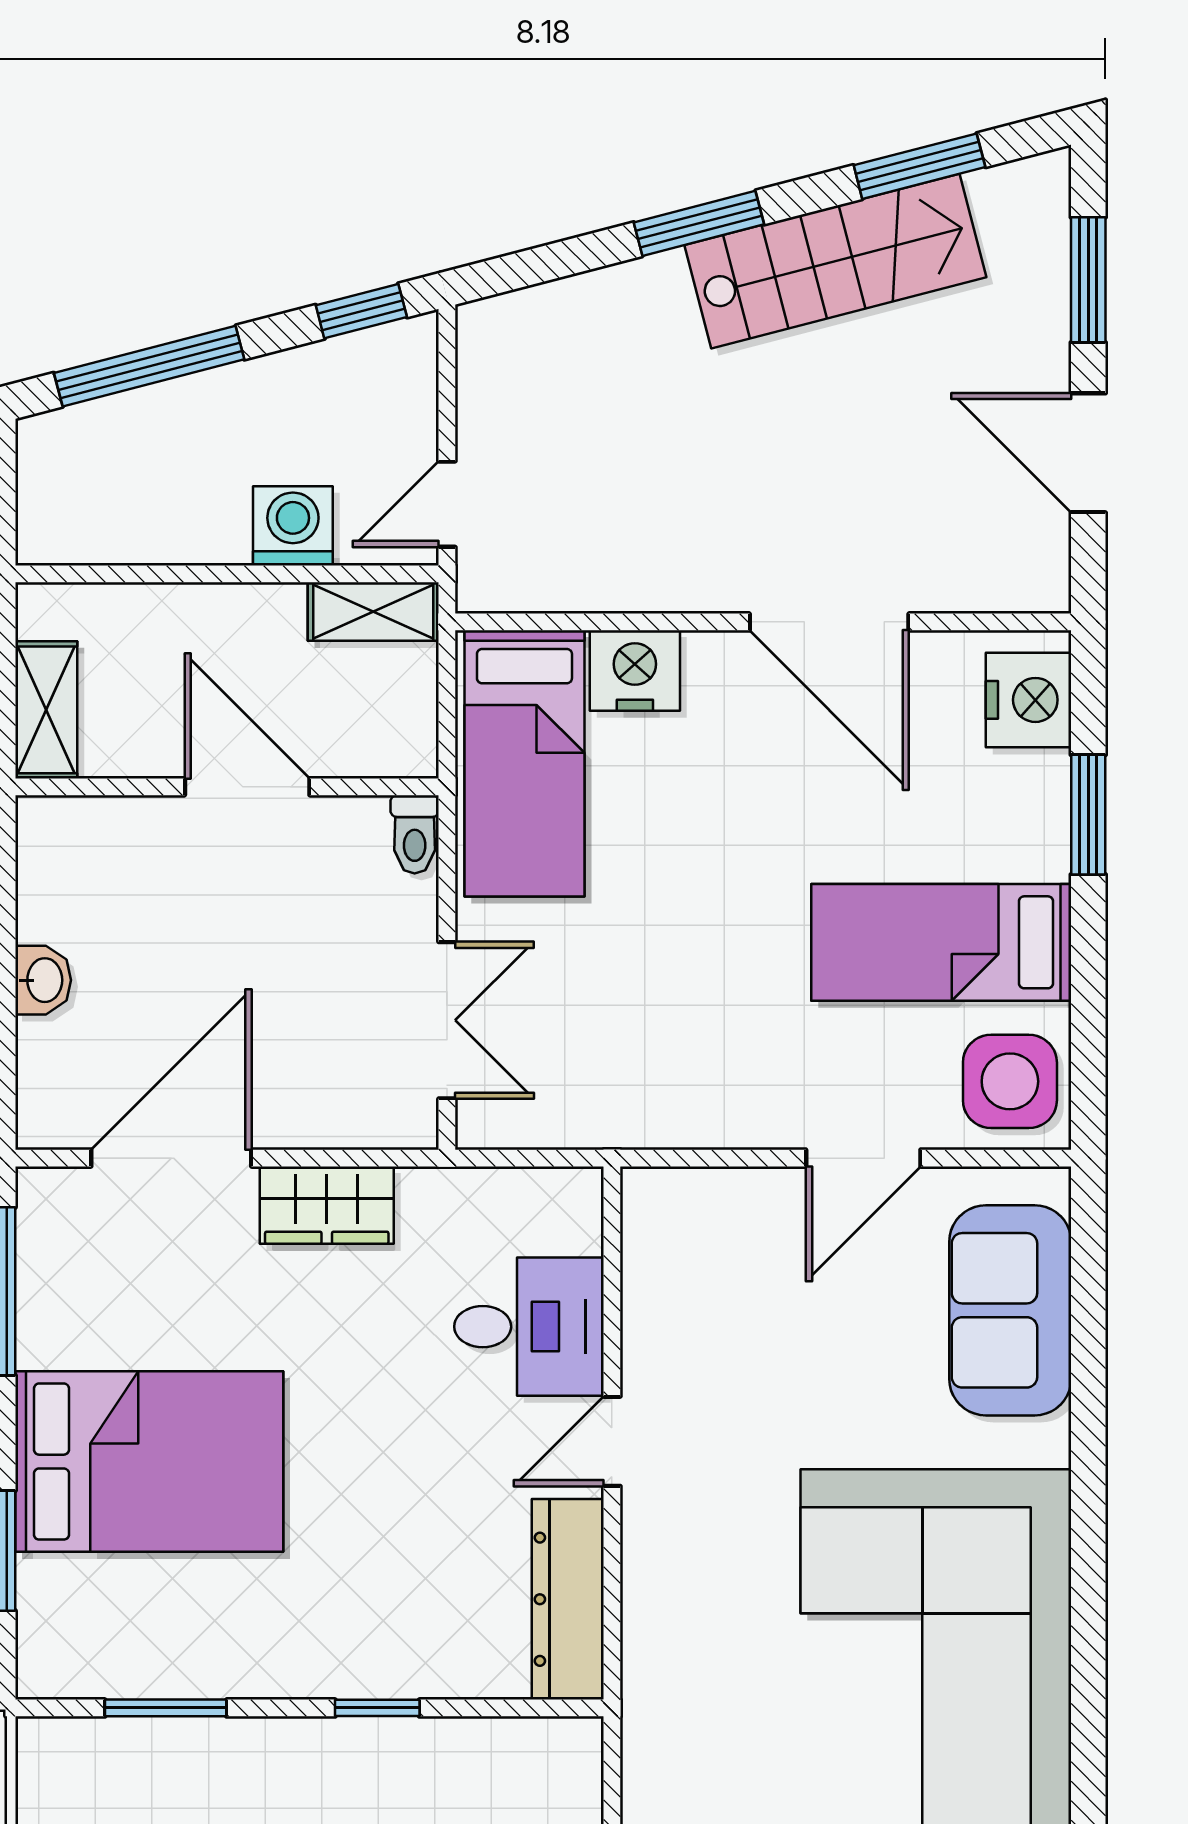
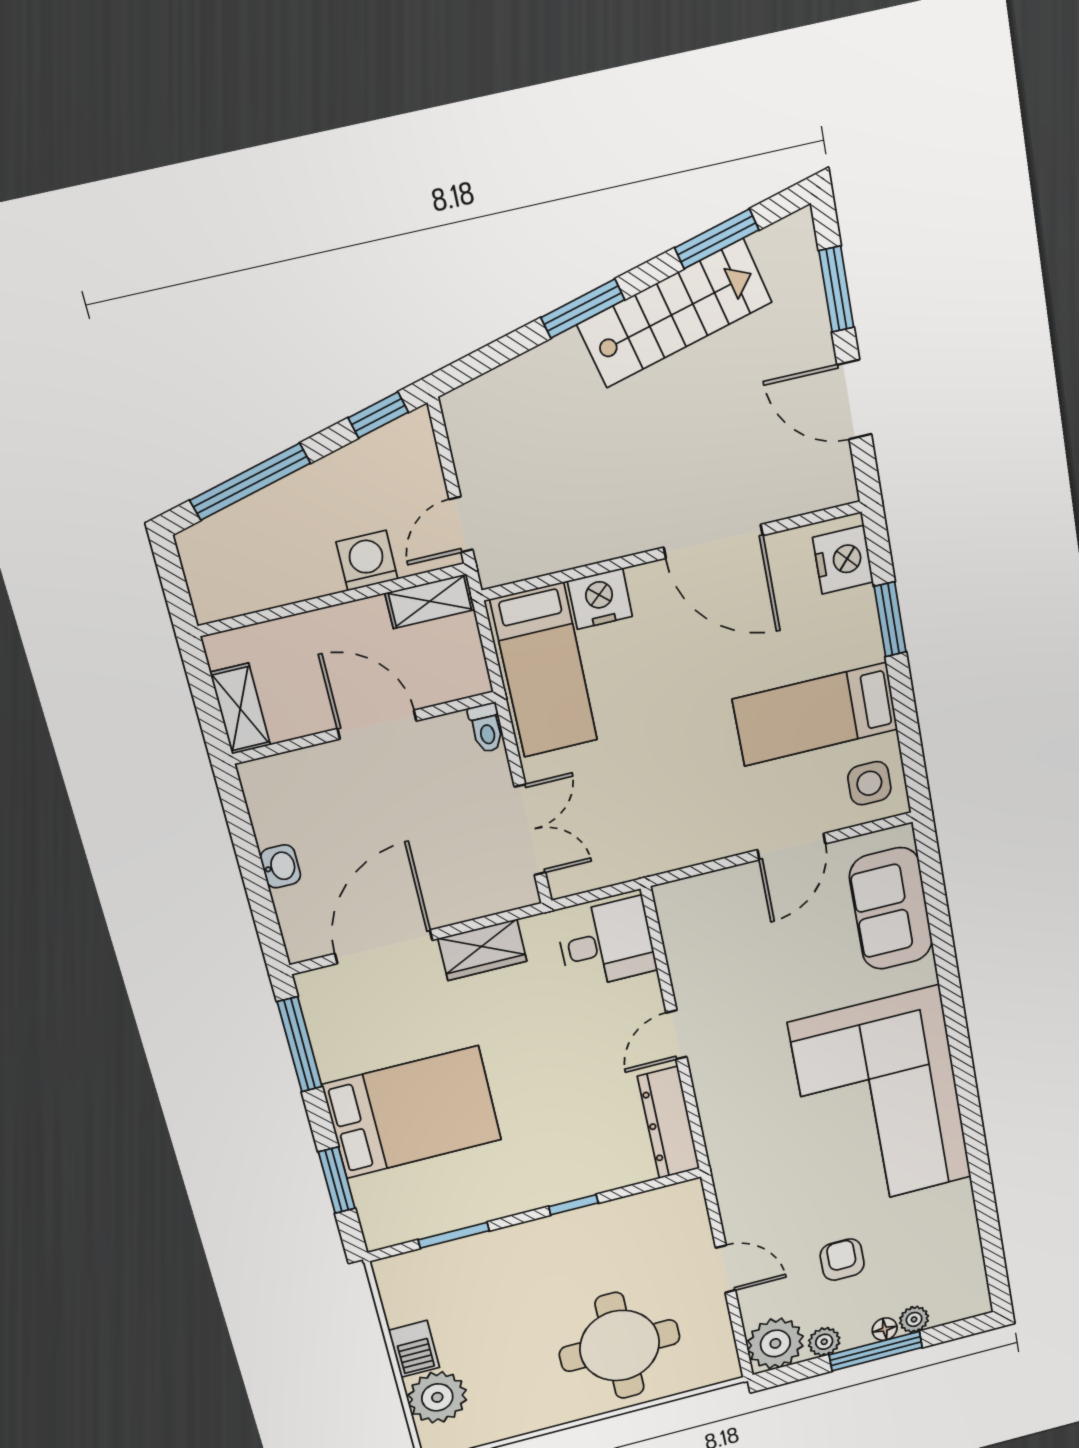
side table: (1010, 1081) -> (869, 783), width x0.73, depth x0.73
desk: (529, 1327) -> (606, 943), moved

